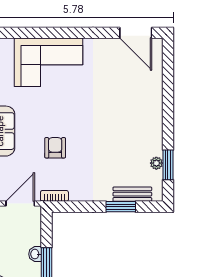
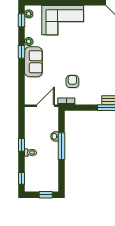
armchair: (55, 148) -> (72, 81), moved

